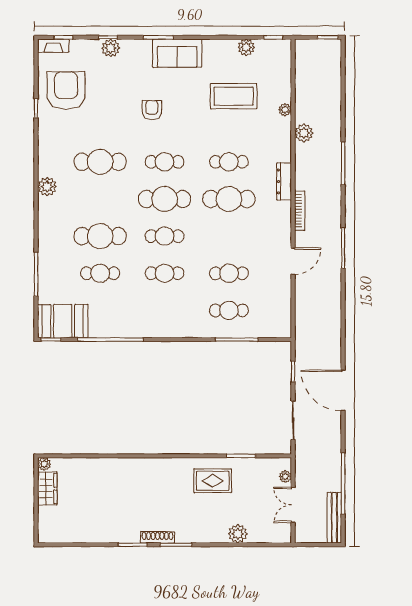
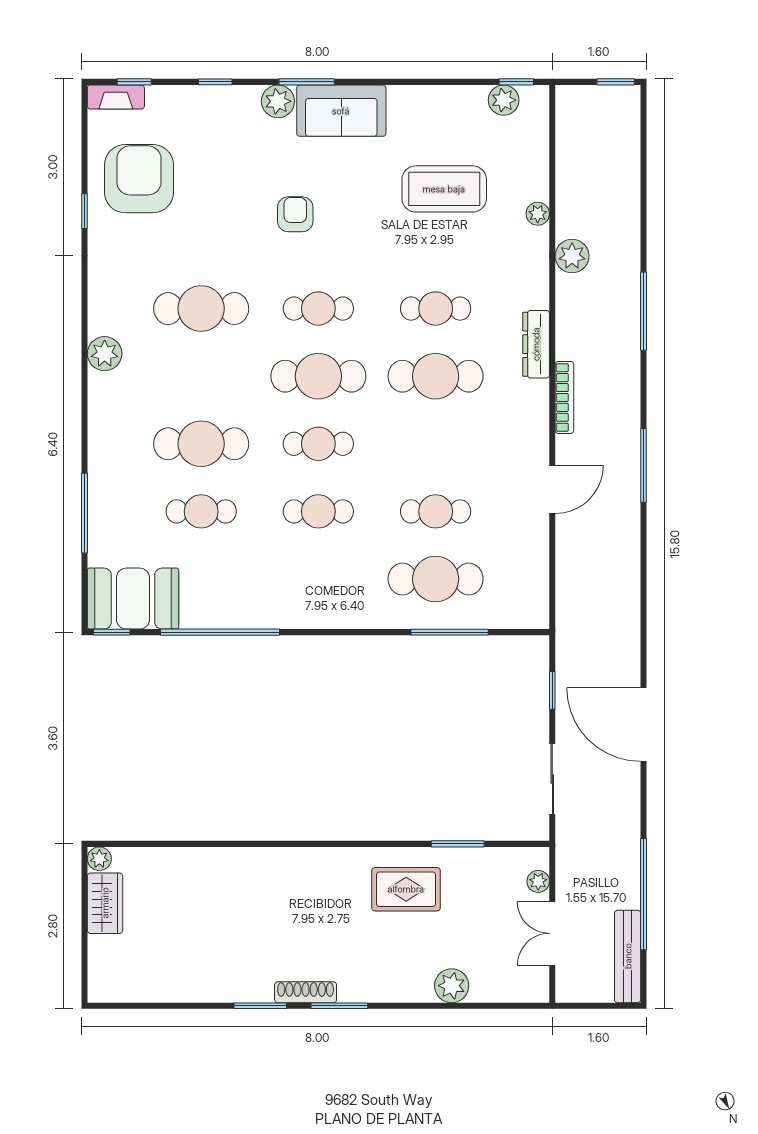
plant: (246, 47) -> (504, 100), moved
plant: (111, 48) -> (278, 101), moved
cafe table: (229, 310) -> (436, 579), width x1.37, depth x1.35

